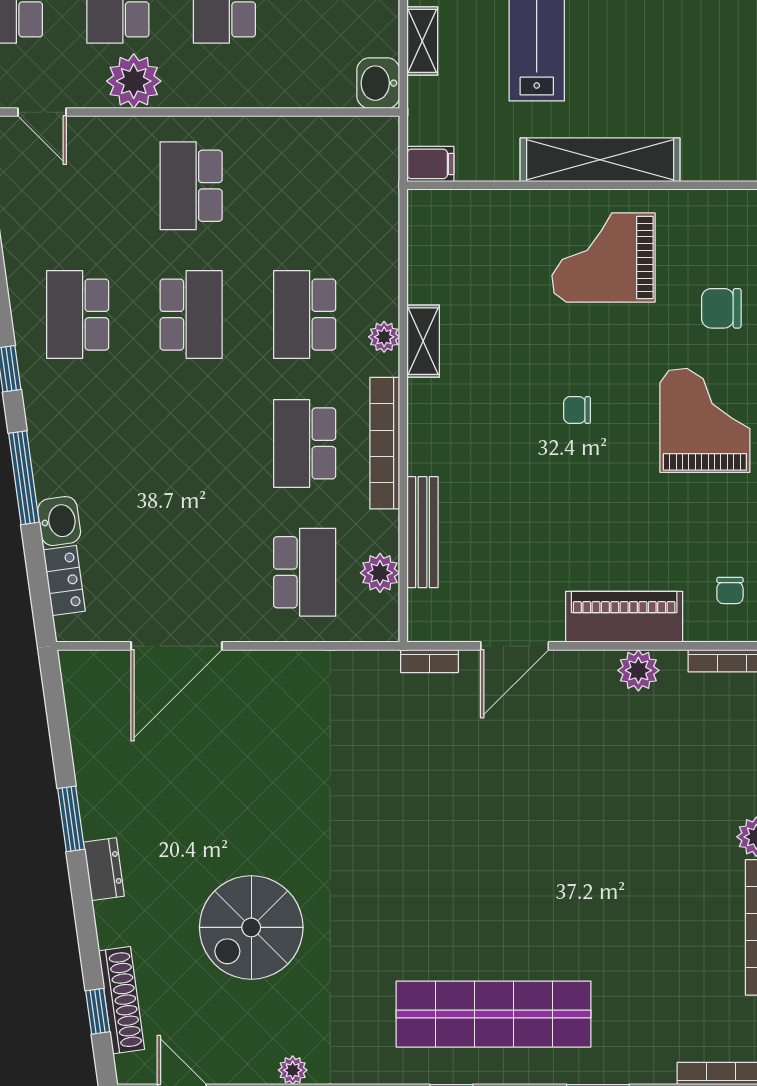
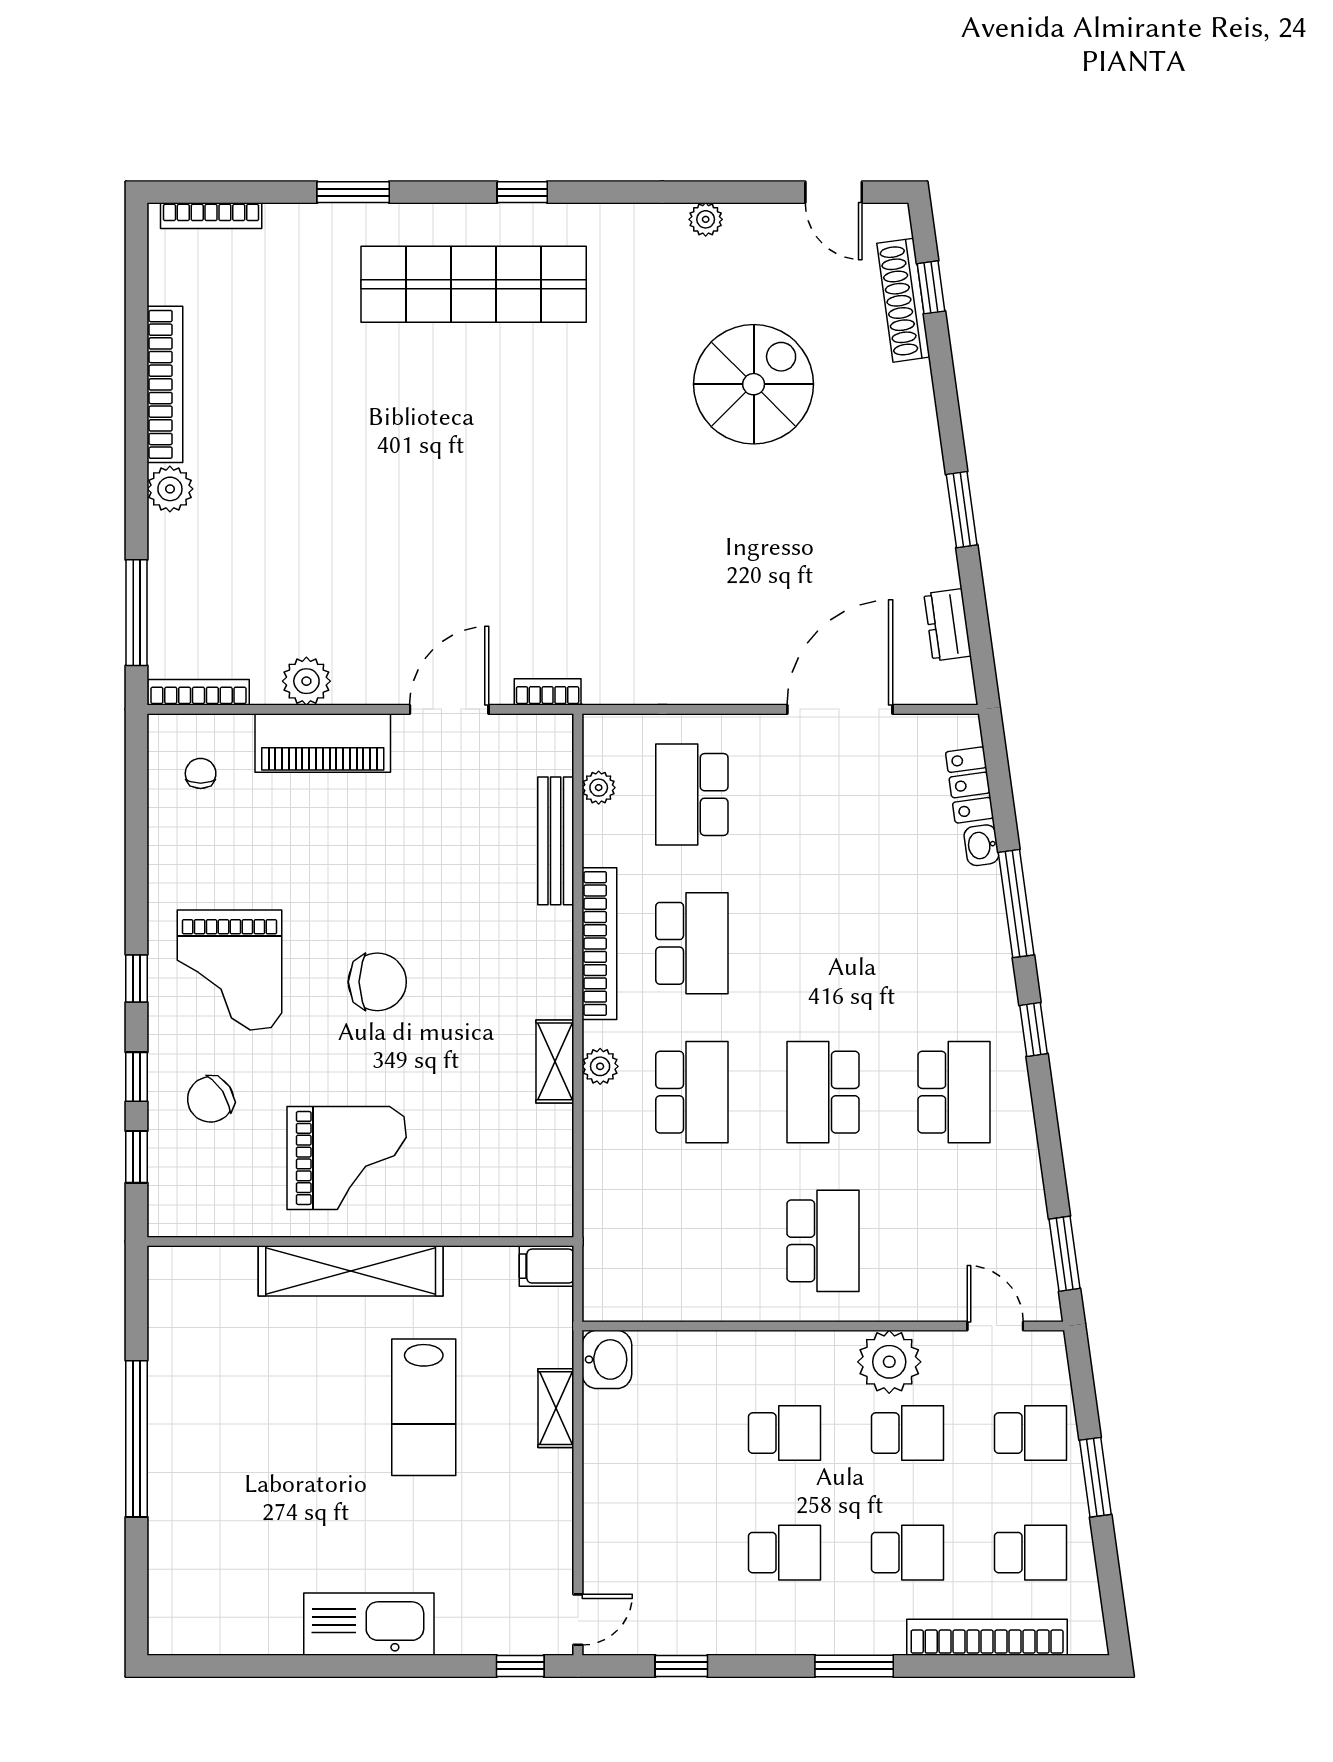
chair: (721, 308) -> (211, 1099), turned 147
chair: (577, 410) -> (377, 982), width x1.87, depth x1.87
washbasin: (59, 521) -> (981, 845), width x0.72, depth x0.69
plant: (380, 573) -> (599, 788), width x0.73, depth x0.73
dresser: (104, 869) -> (948, 625), moved

